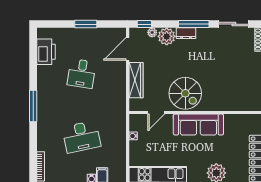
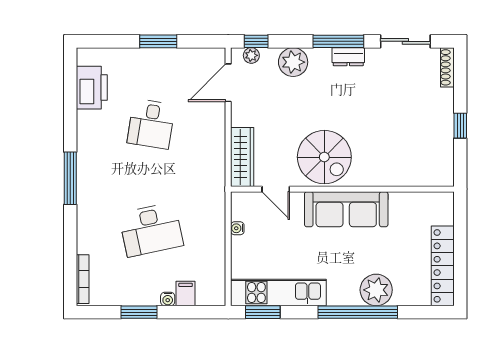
plant: (152, 32) -> (251, 55), moved
dresser: (186, 33) -> (348, 57), moved
wardrobe: (136, 80) -> (242, 157), moved
door: (156, 112) -> (276, 189), hinge flipped

